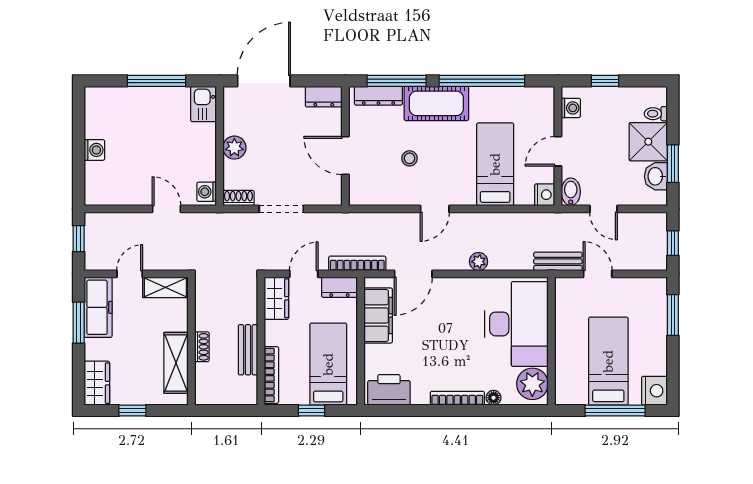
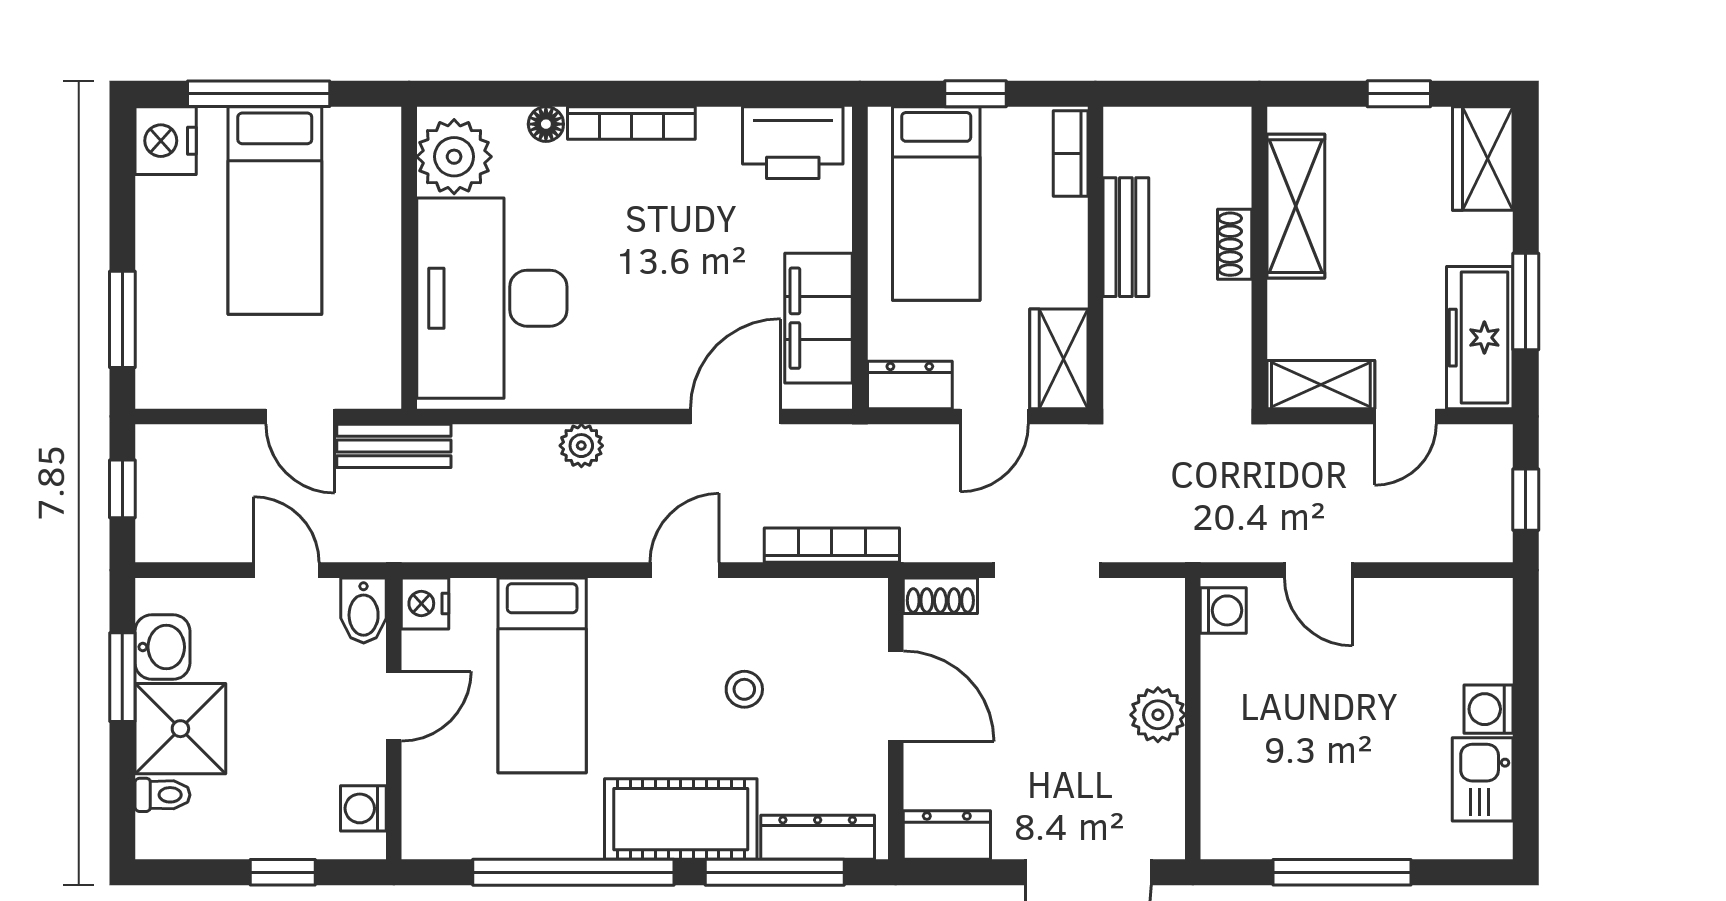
kitchen sink: (204, 104) -> (1483, 779), moved, turned 180
shoe rack: (239, 198) -> (940, 596), moved
bookcase: (357, 263) -> (832, 545), moved, turned 180
bookcase: (271, 375) -> (1071, 154), width x0.64

